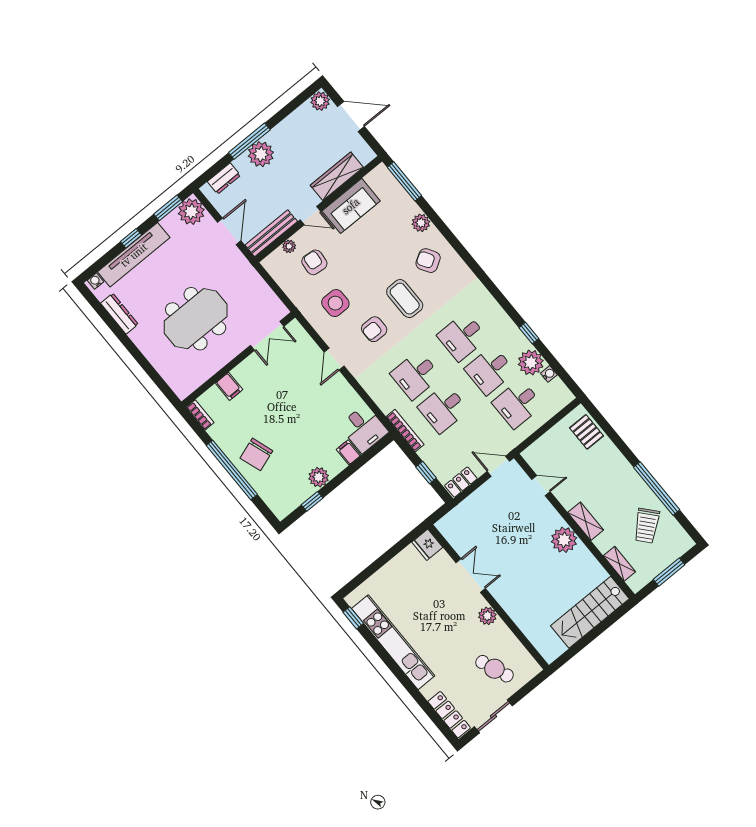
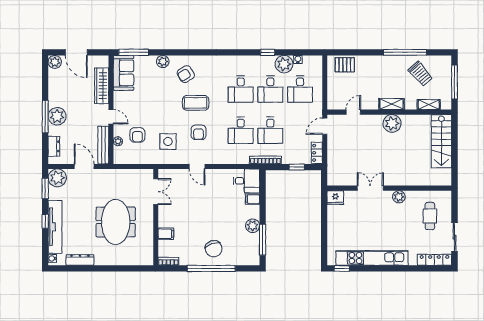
door: (351, 116) -> (76, 52), swing flipped
sofa: (351, 206) -> (124, 73), moved
door: (310, 216) -> (111, 117), hinge flipped
armchair: (314, 262) -> (137, 135), turned -95
window: (312, 501) -> (263, 240), width x2.17
window: (669, 572) -> (455, 82), width x1.44
cafe table: (494, 669) -> (430, 216), turned -68

